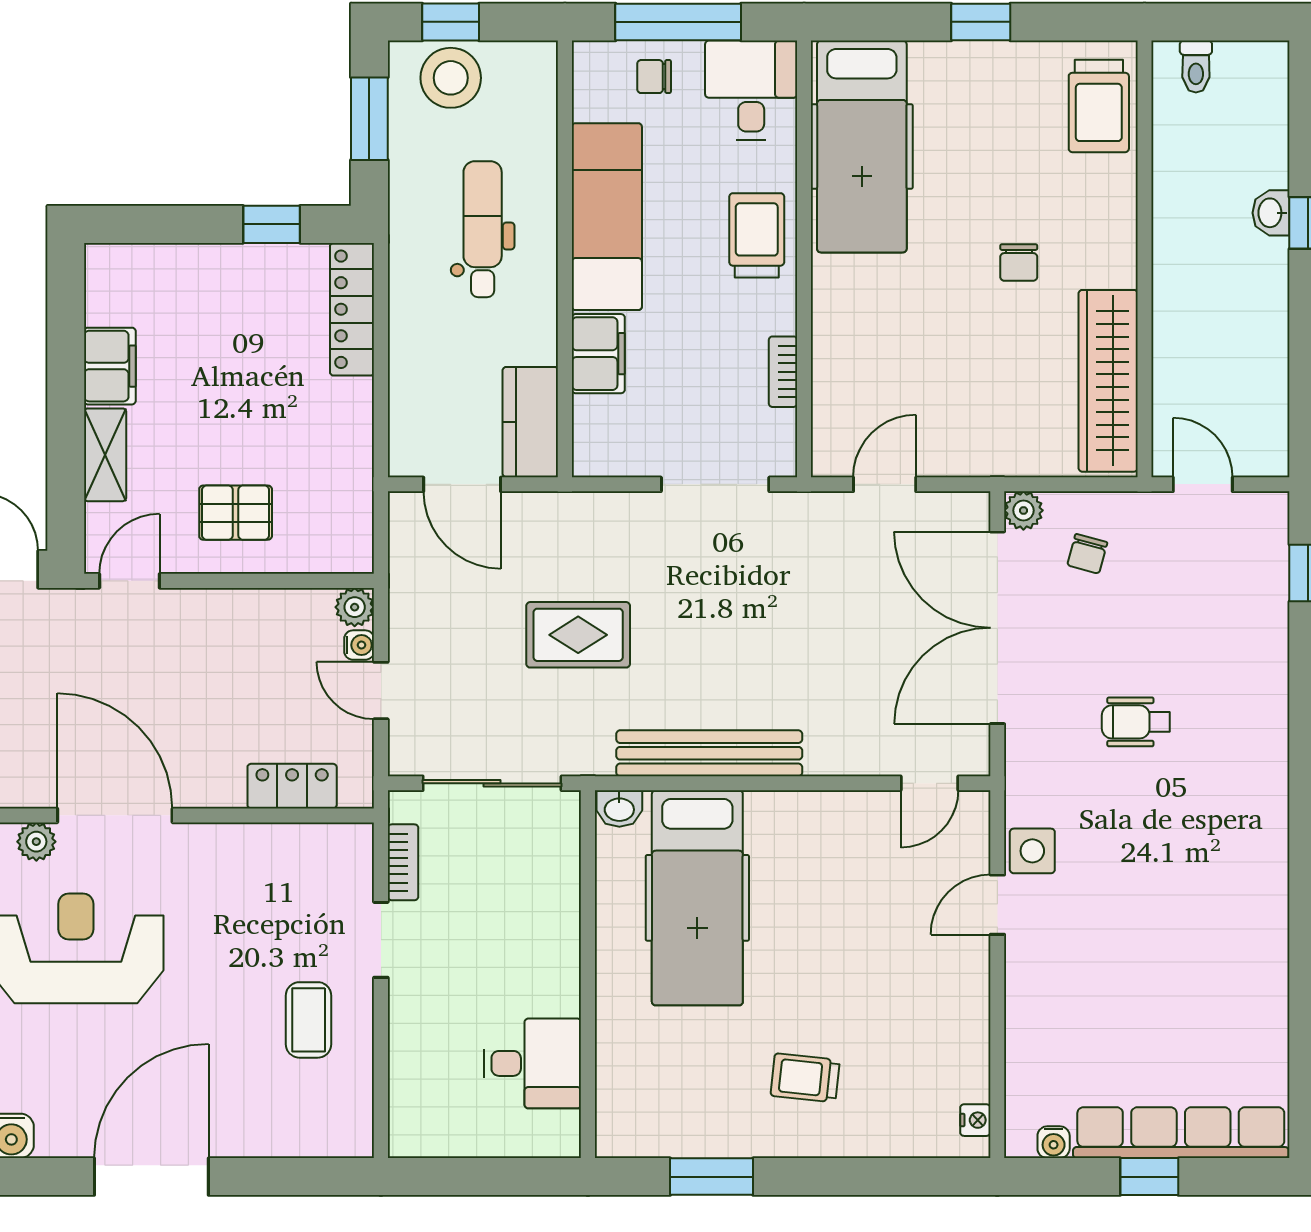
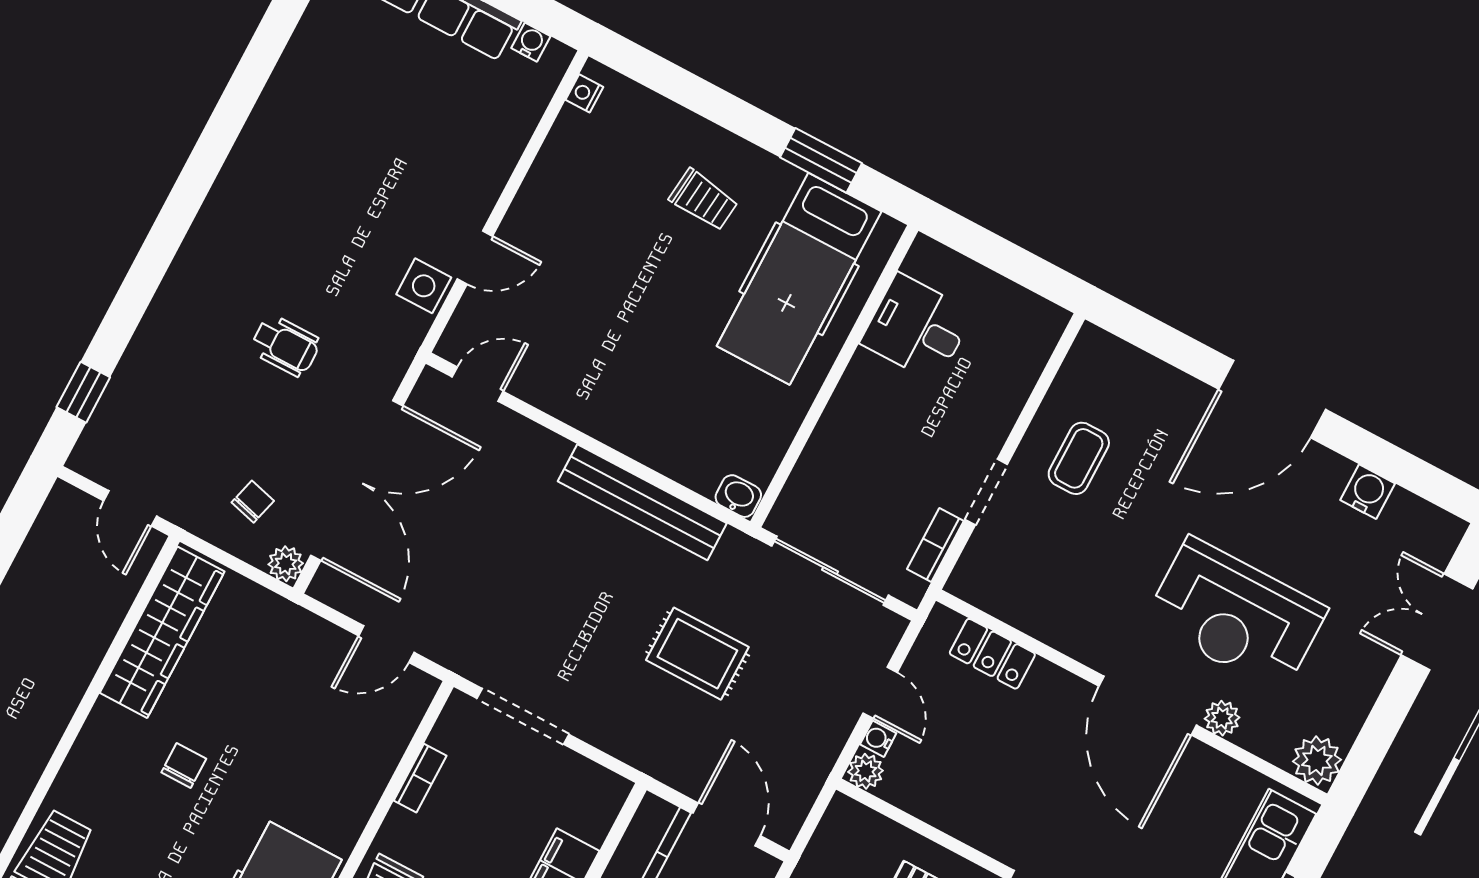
hospital bed: (697, 898) -> (799, 279), moved, turned 180

